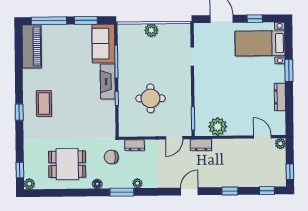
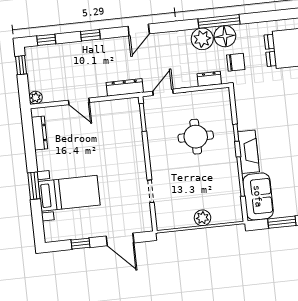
bed with nightstands: (260, 43) -> (69, 193), moved
dresser: (280, 97) -> (39, 133), moved
plant: (218, 127) -> (112, 111), removed
door: (262, 137) -> (79, 101), moved
dresser: (201, 145) -> (125, 87), width x1.44
plant: (137, 183) -> (202, 39), width x1.87, depth x1.87
floor lamp: (97, 184) -> (225, 36), moved, width x1.89, depth x1.89
window: (122, 192) -> (219, 21), width x1.44

